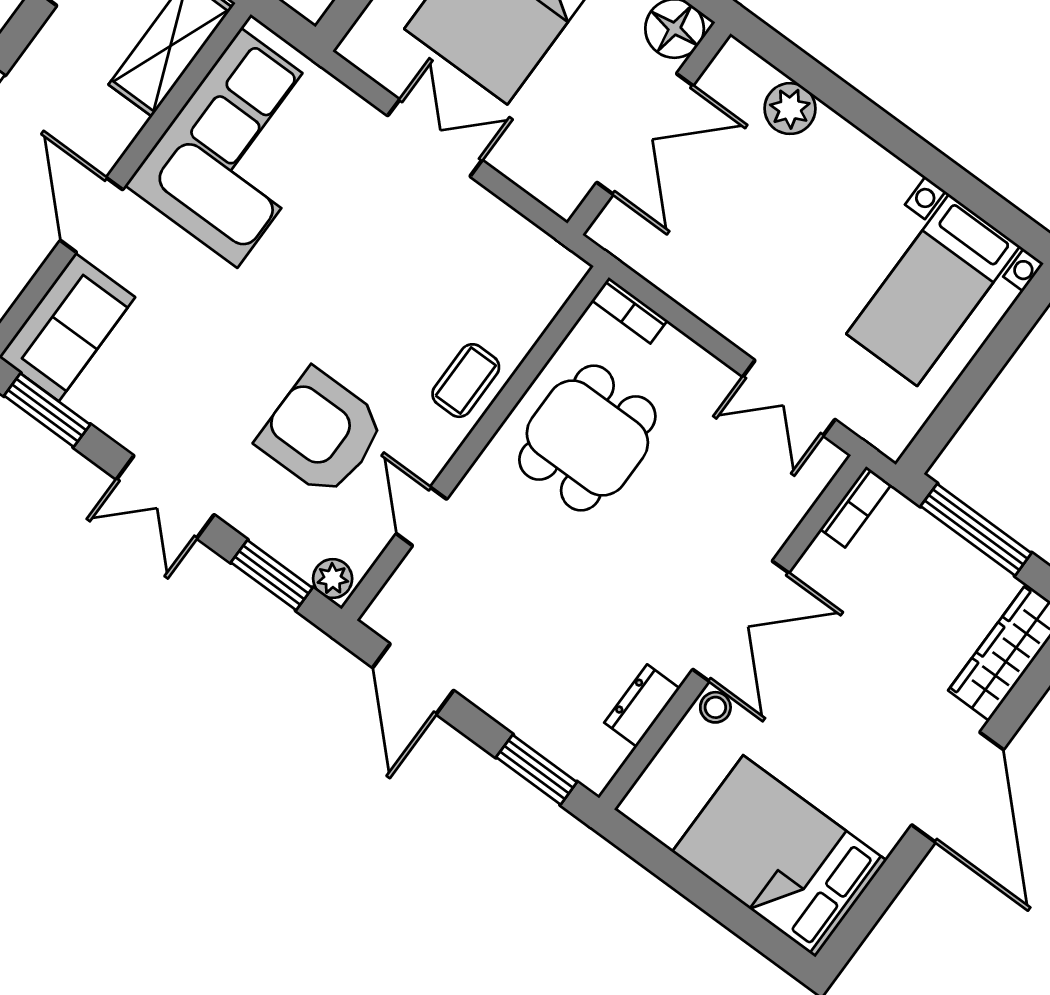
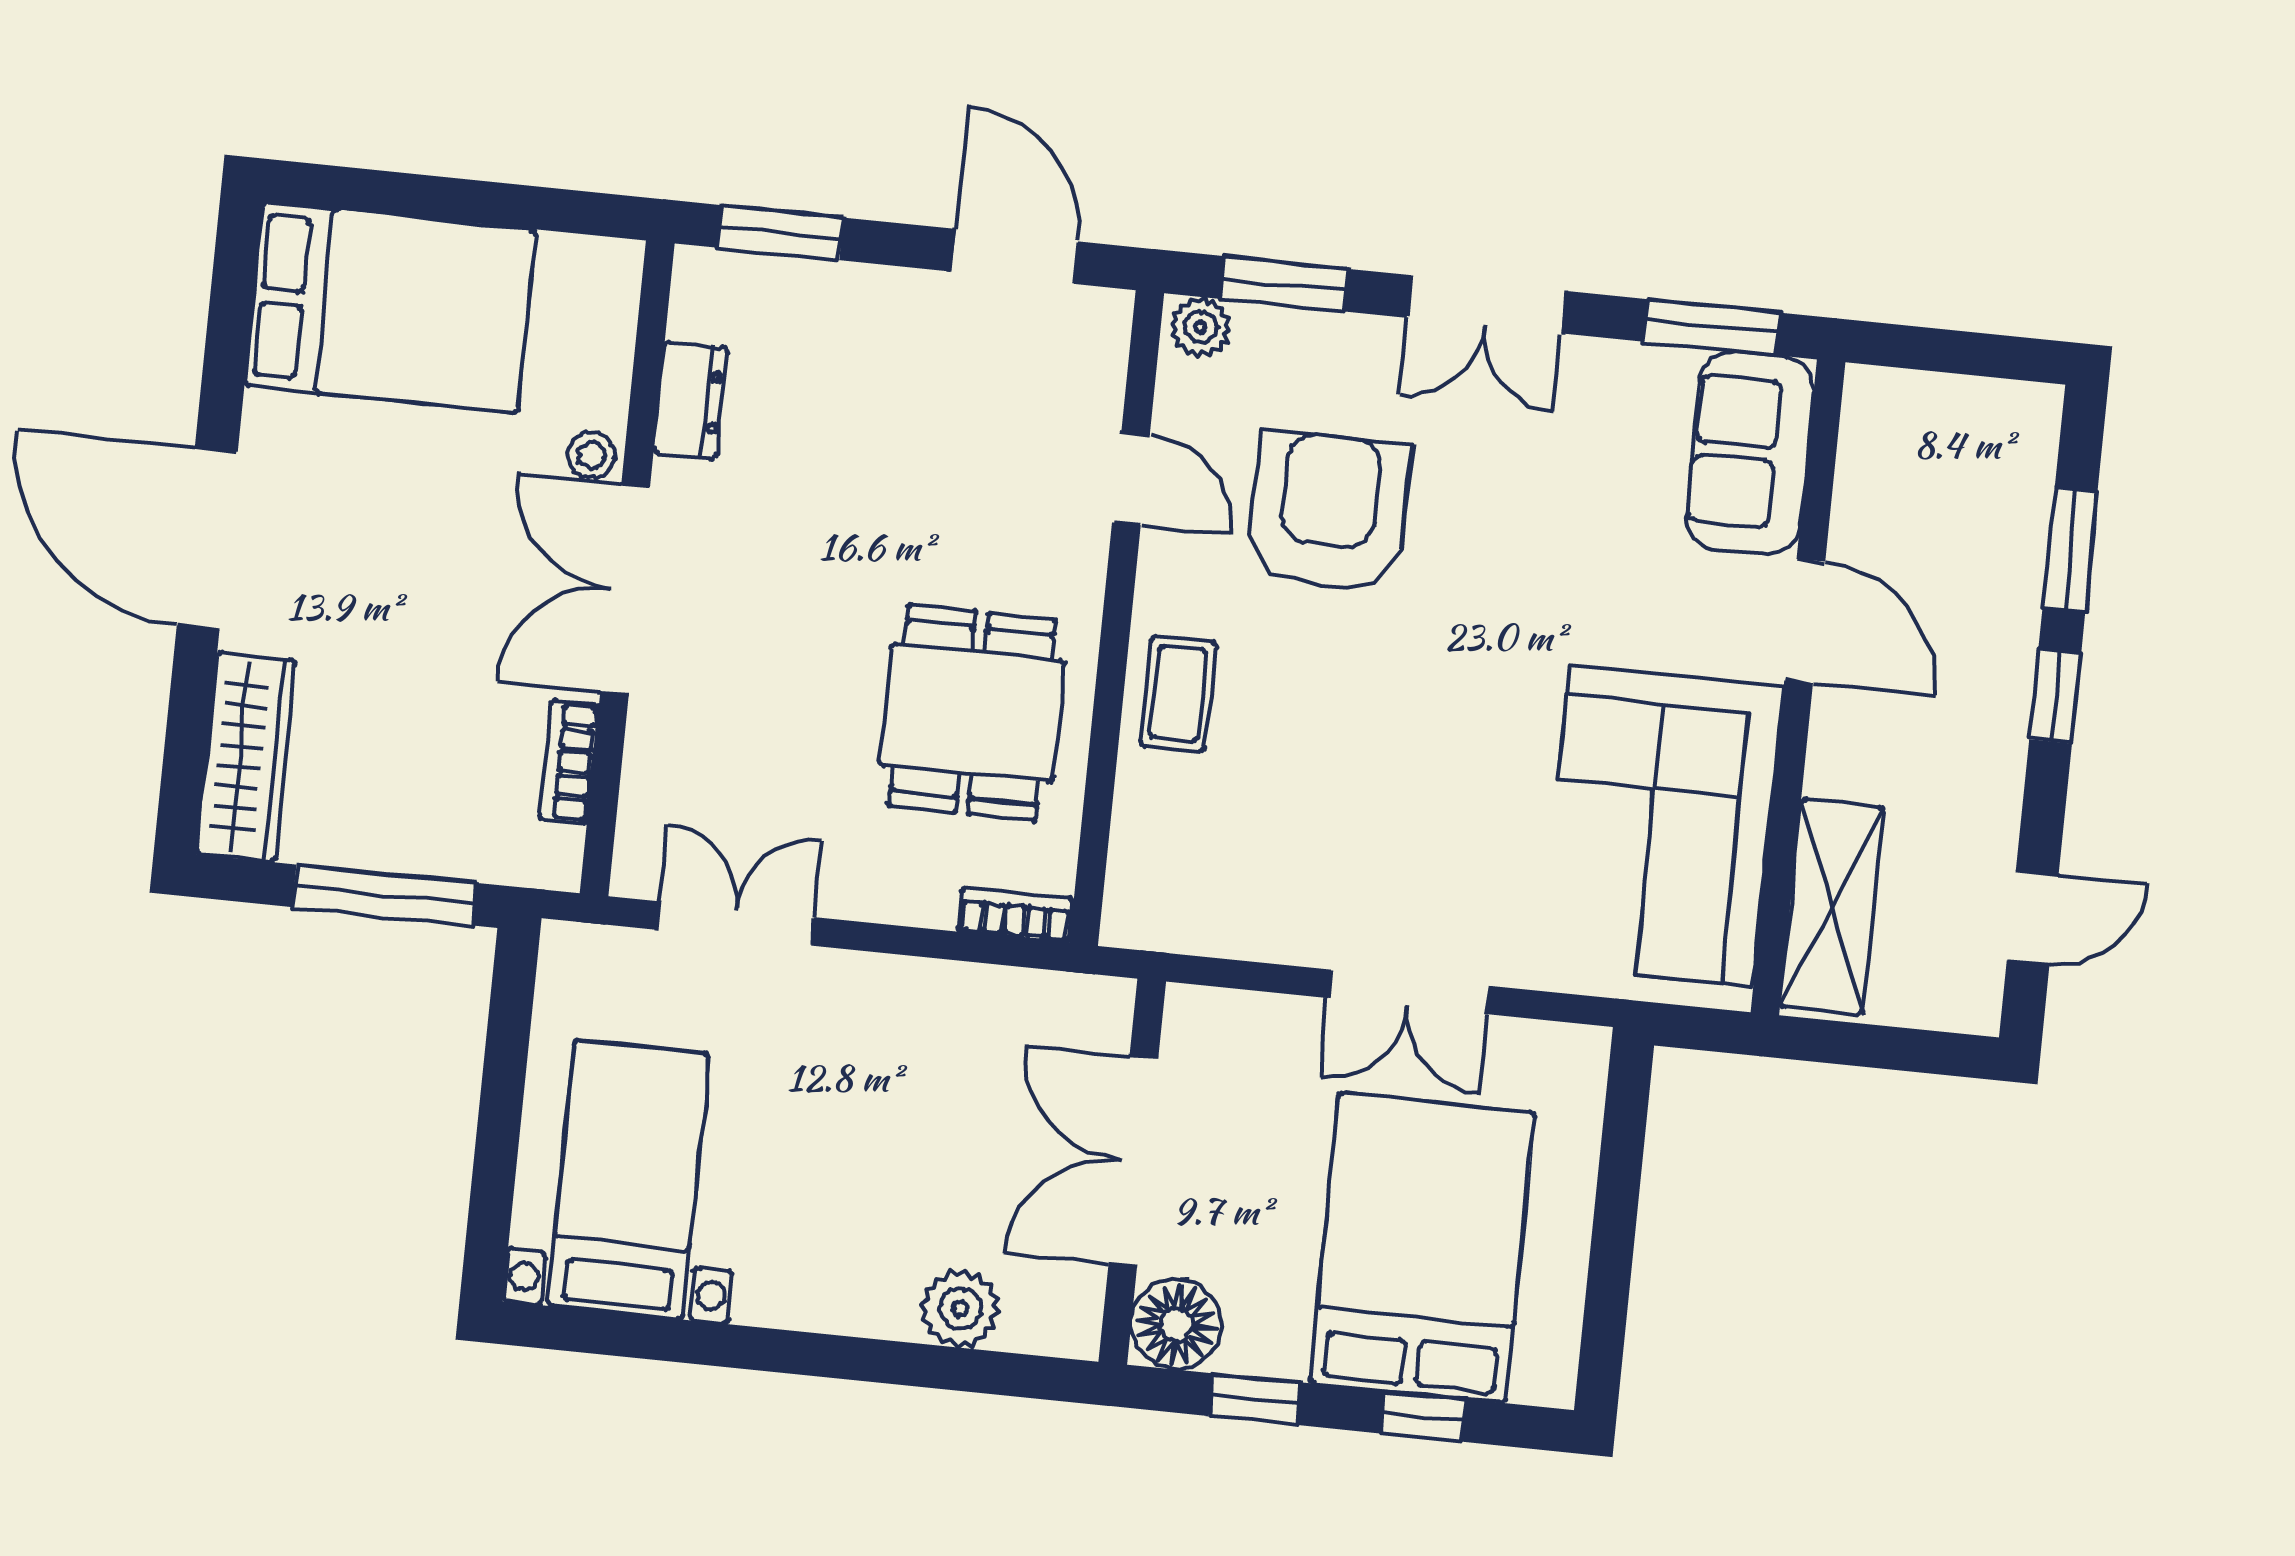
armchair: (322, 433) -> (1329, 512), turned -90
double door: (165, 497) -> (1486, 304), swing flipped
bookcase: (856, 507) -> (569, 762), moved

